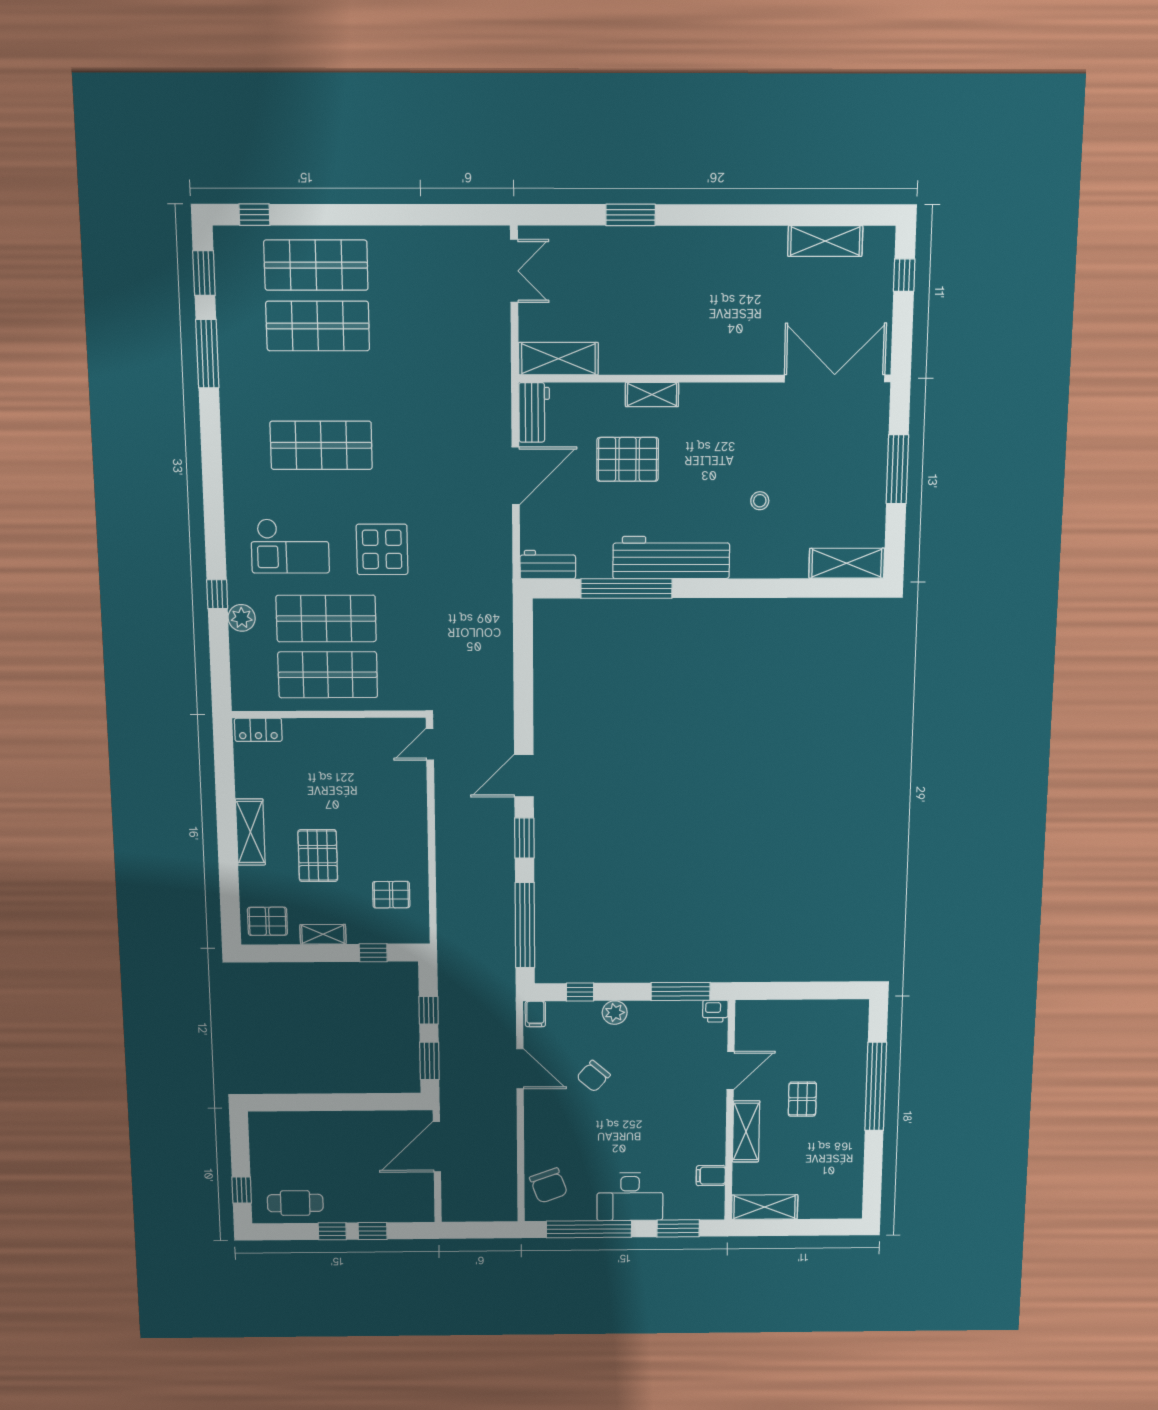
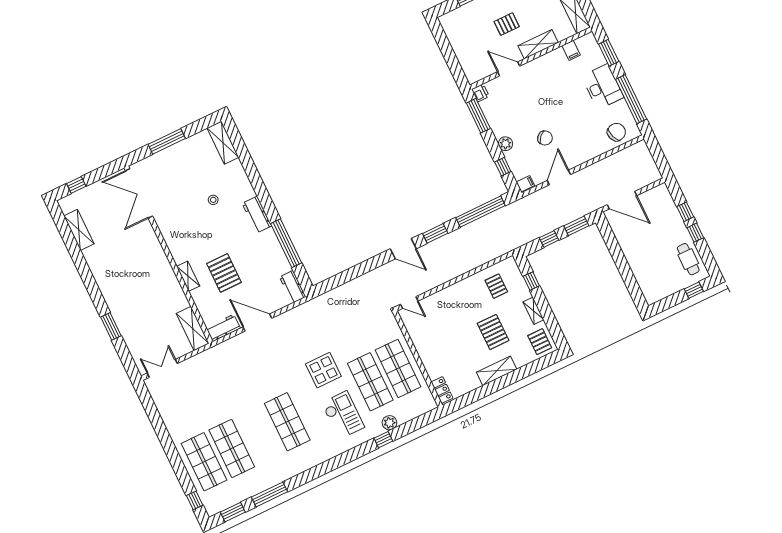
workbench: (671, 557) -> (257, 215), width x0.53, depth x0.76
pallet: (318, 856) -> (493, 332), turned 90

